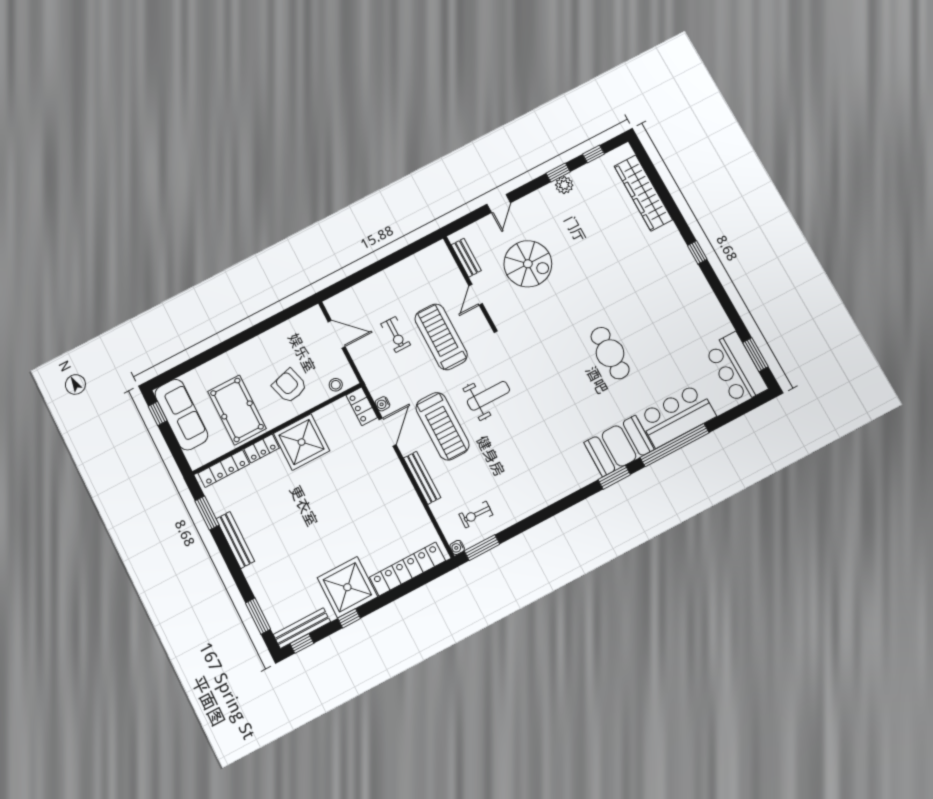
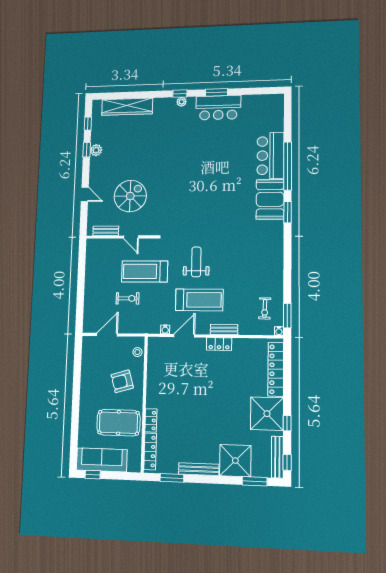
plant: (687, 261) -> (182, 102), added
cafe table: (610, 353) -> (211, 175), removed
window: (755, 355) -> (216, 92), moved
bar counter: (736, 368) -> (218, 108), moved
locker: (362, 406) -> (219, 344), moved
door: (388, 432) -> (184, 336), hinge flipped
shower: (302, 442) -> (235, 461), moved
bench: (422, 478) -> (224, 329), width x0.73

